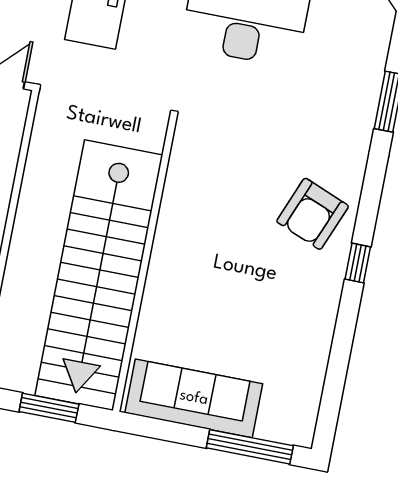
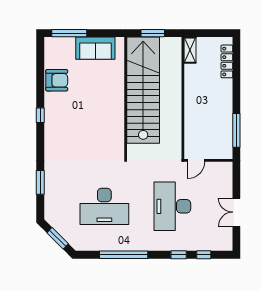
armchair: (313, 214) -> (57, 80), moved, turned 68
sofa: (194, 398) -> (95, 48), width x0.73

